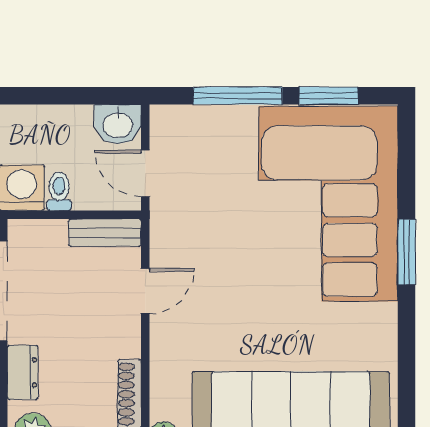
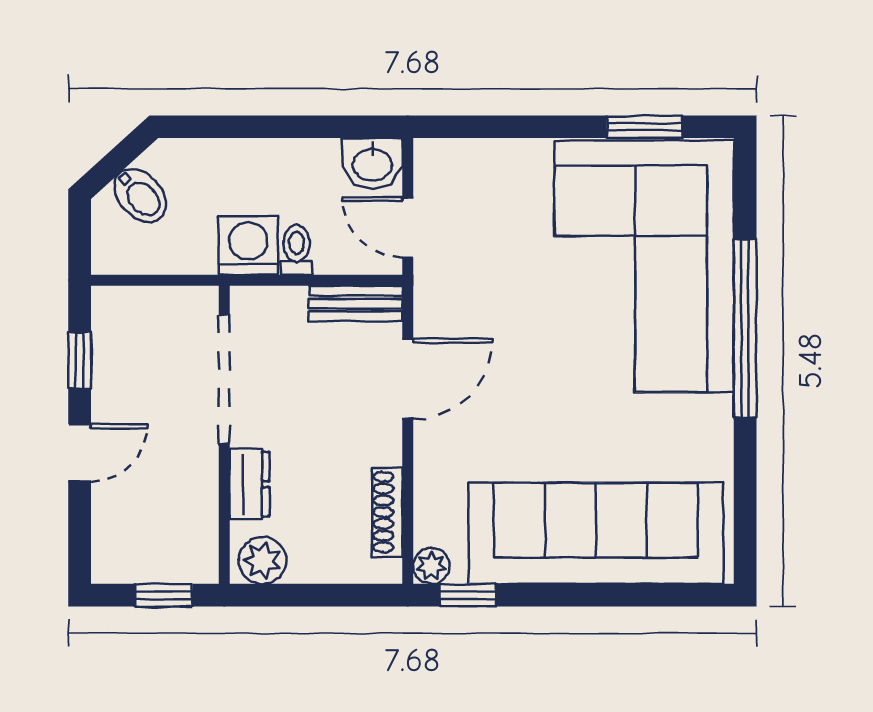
window: (238, 96) -> (527, 127), removed
window: (407, 252) -> (745, 329), width x2.11
door: (145, 291) -> (408, 379), width x1.38

